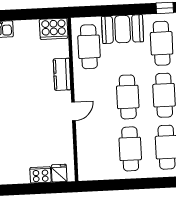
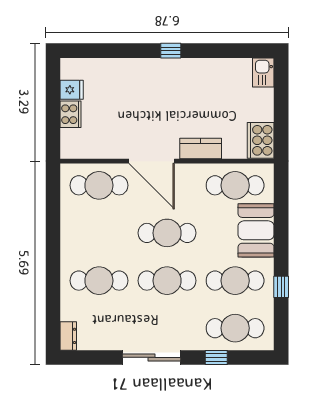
door: (73, 111) -> (152, 161), width x1.88
cafe table: (130, 149) -> (99, 185), moved
fridge: (59, 173) -> (72, 90), moved

